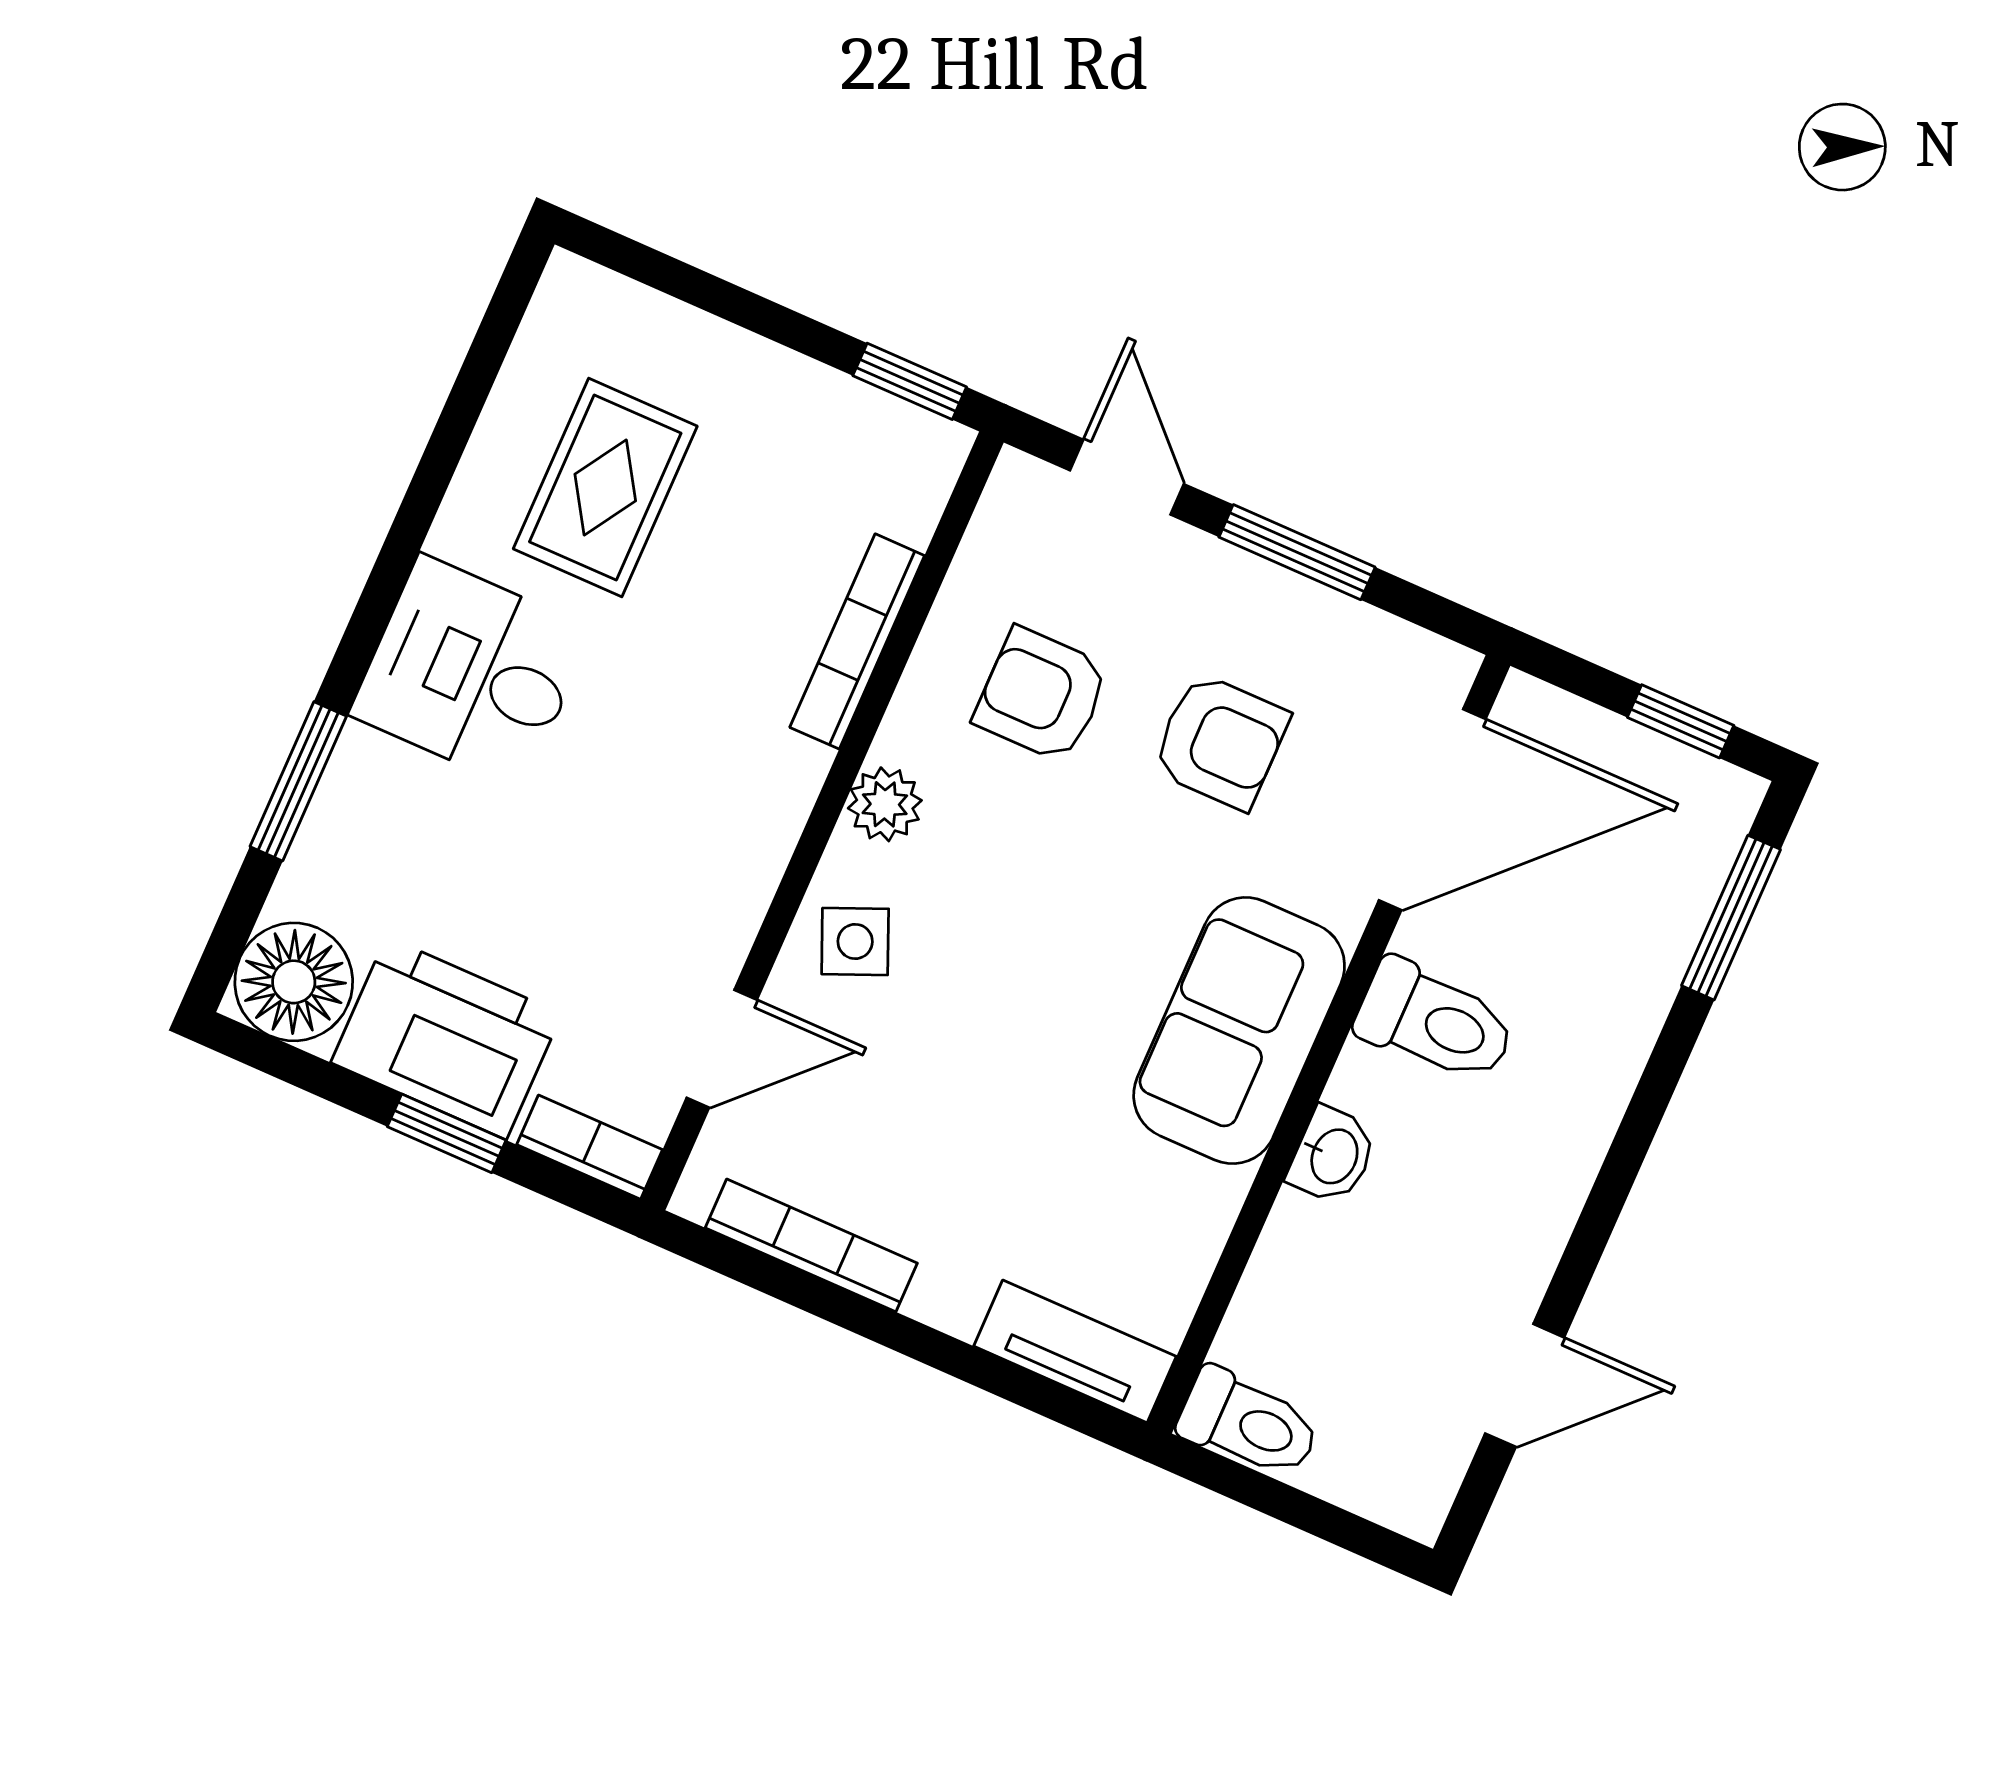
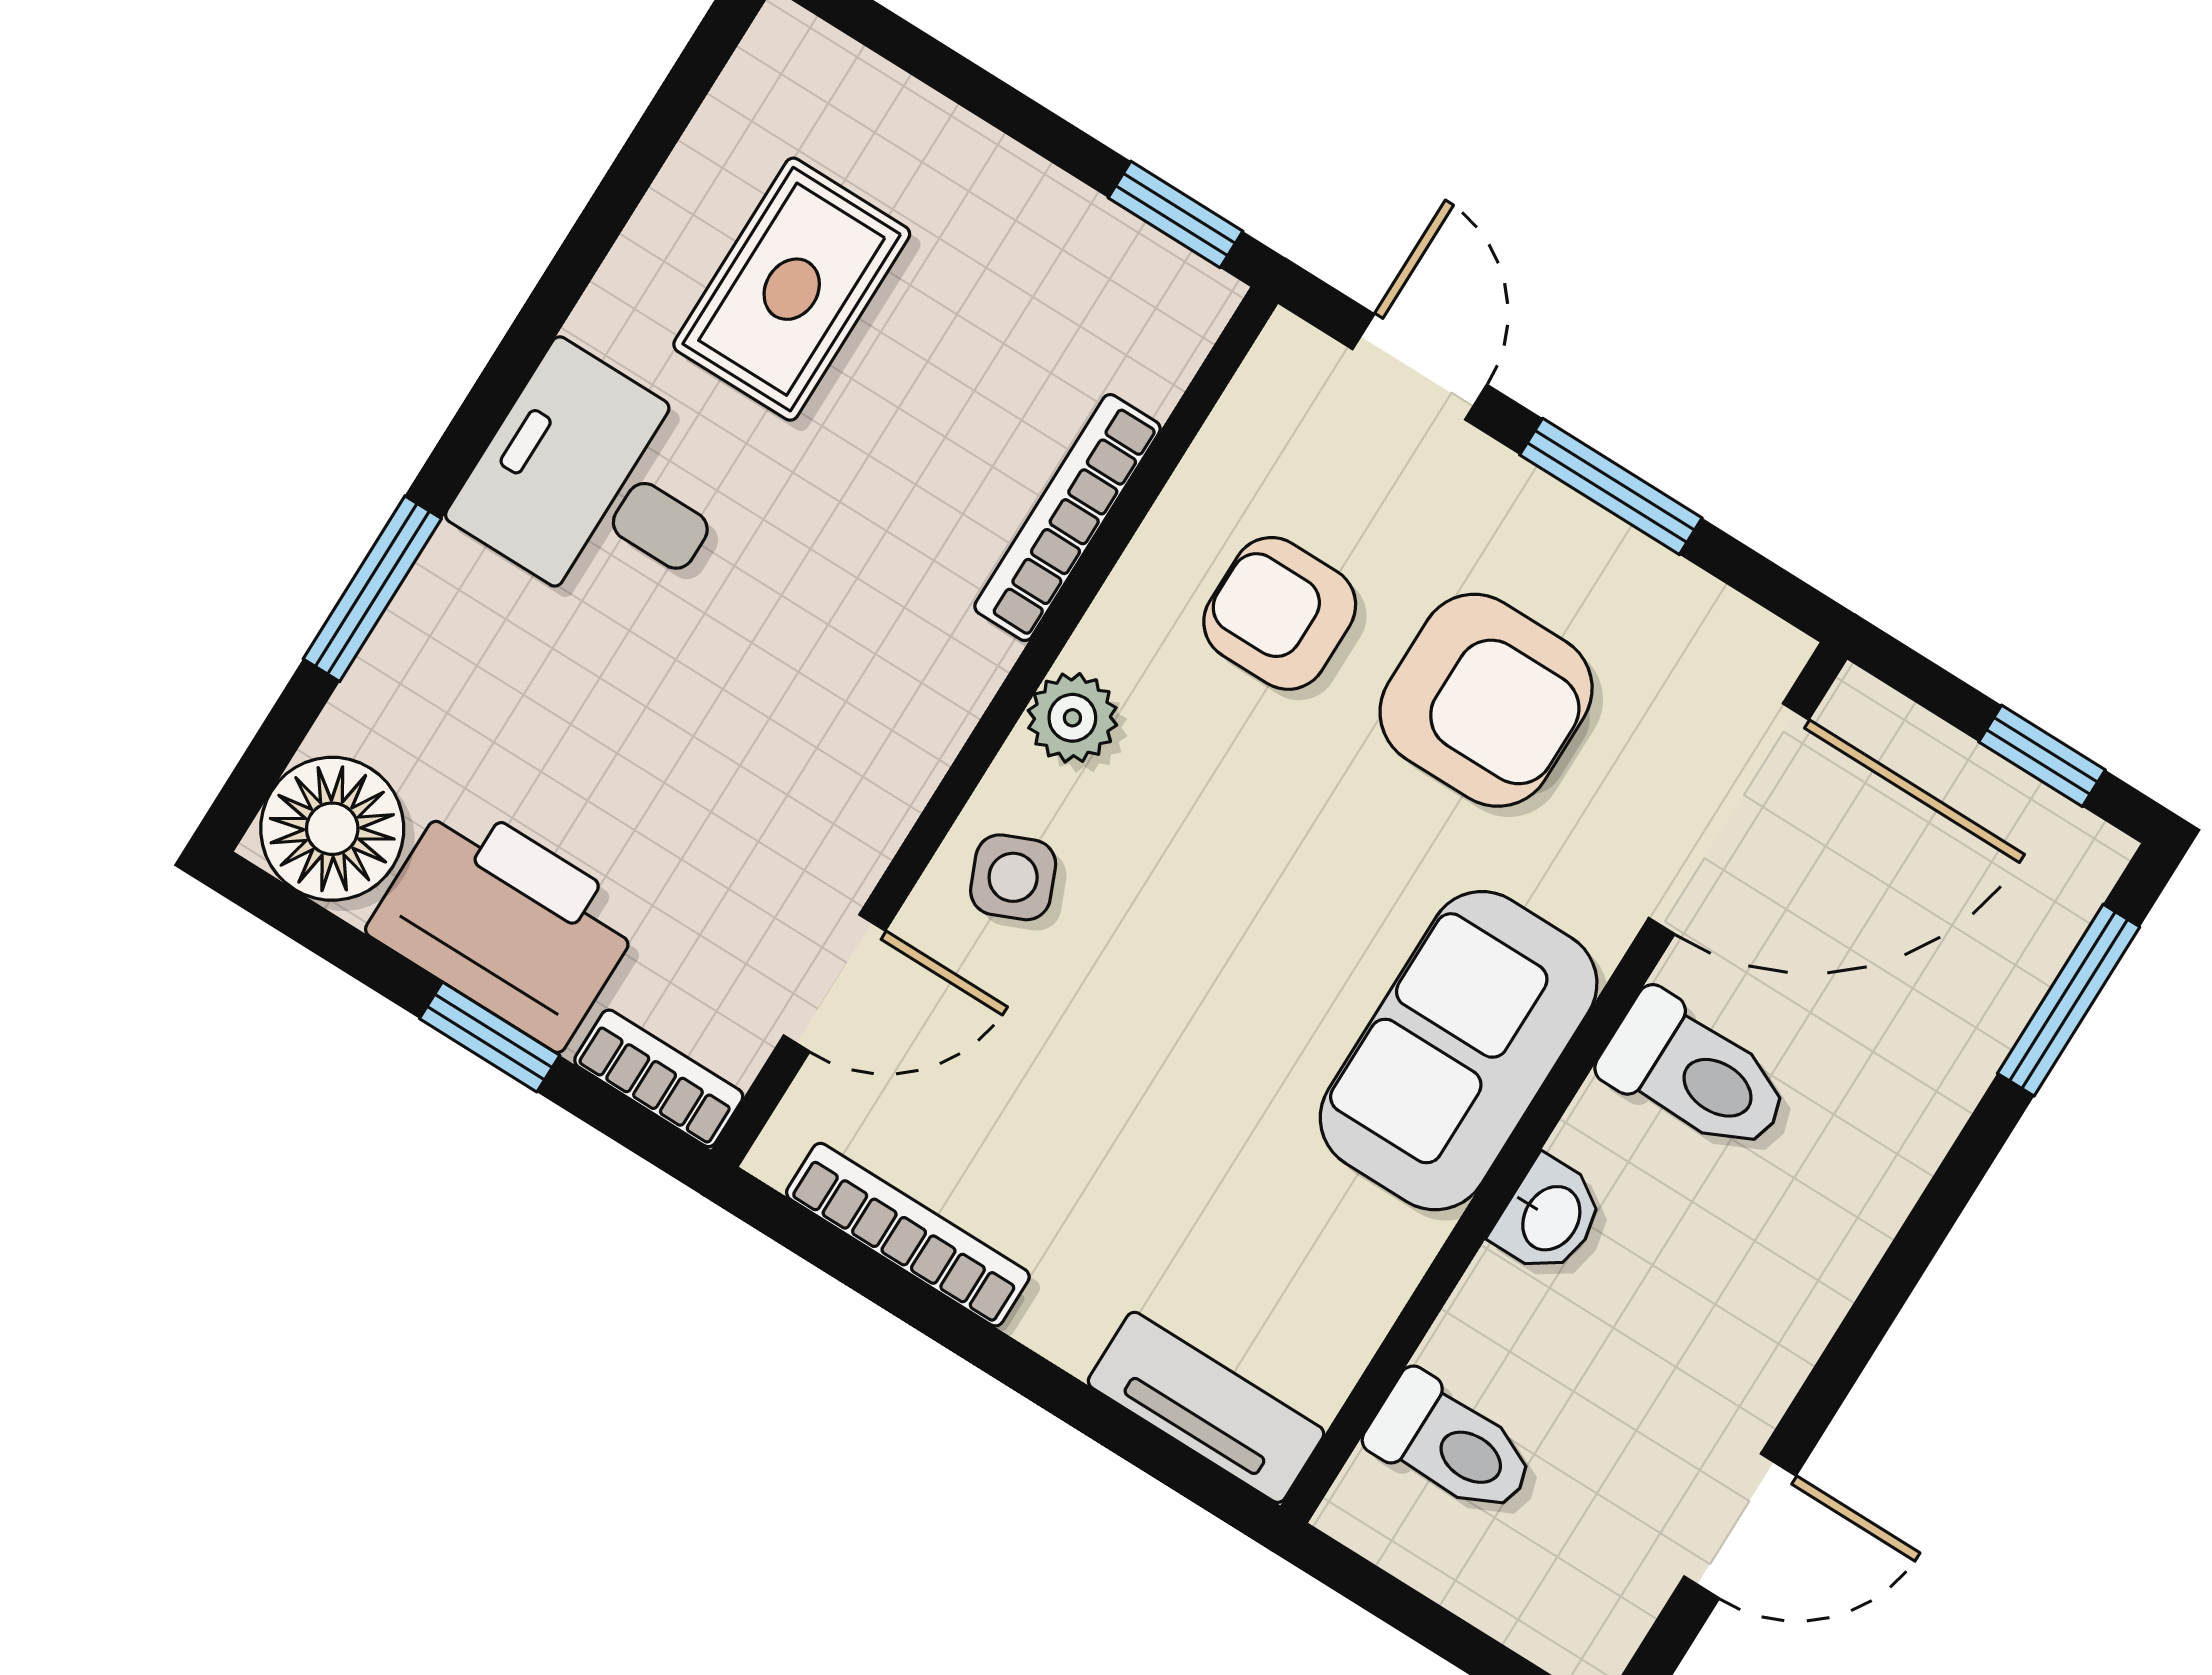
armchair: (1220, 741) -> (1486, 700), width x1.38, depth x1.38
toilet: (1249, 1423) -> (1452, 1445), moved

